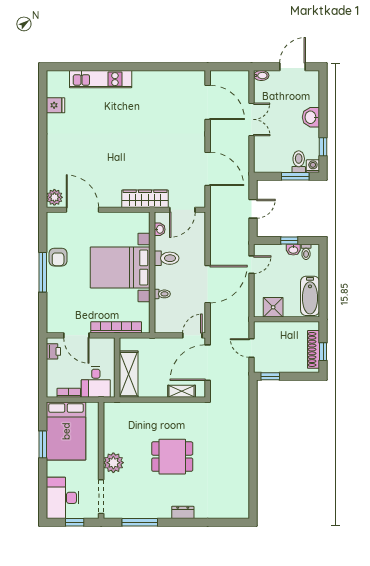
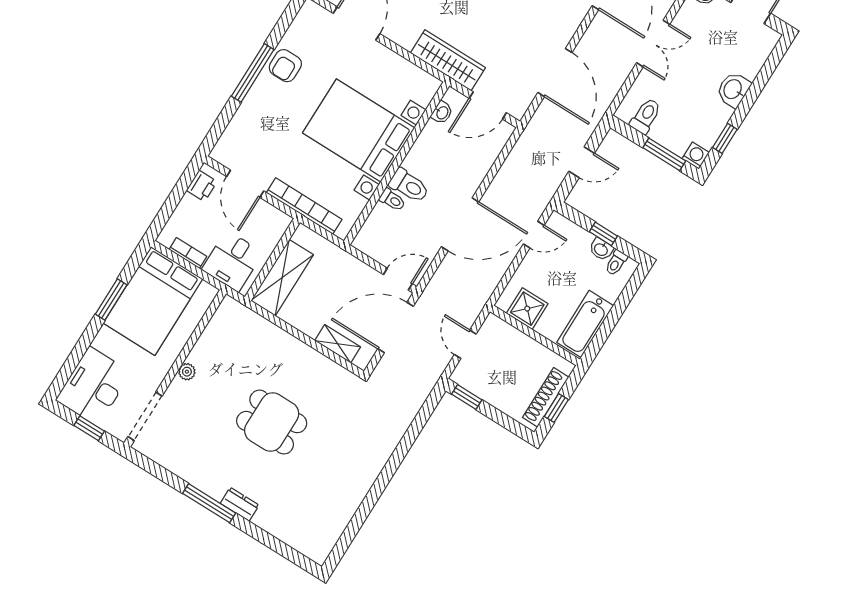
toilet: (299, 162) -> (646, 116), moved
toilet: (167, 258) -> (409, 186), moved
plant: (113, 463) -> (187, 372), width x0.53, depth x0.53
window: (140, 522) -> (209, 503), moved

